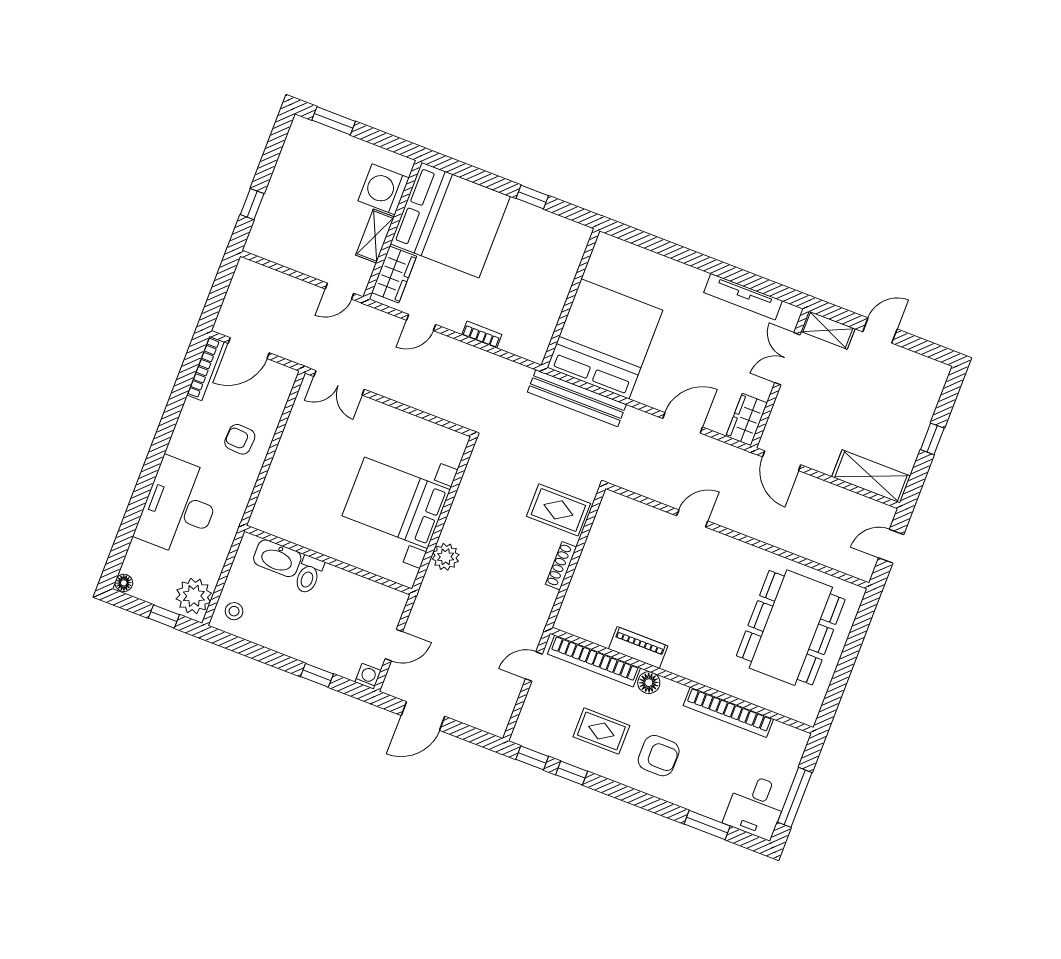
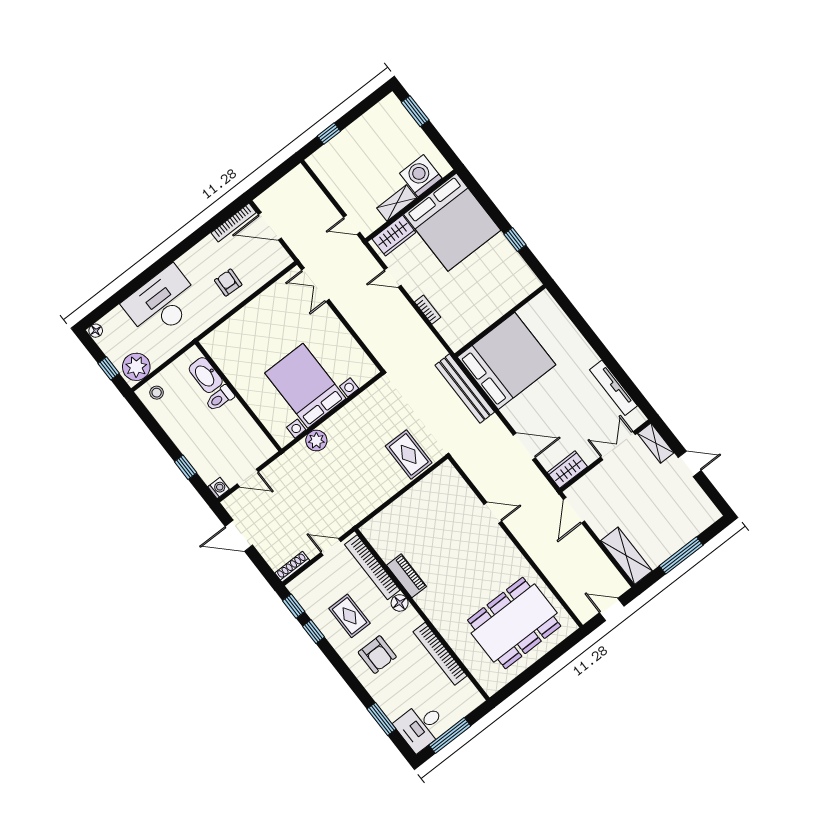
window: (932, 439) -> (681, 555), width x2.17
shoe rack: (561, 566) -> (292, 567), moved

